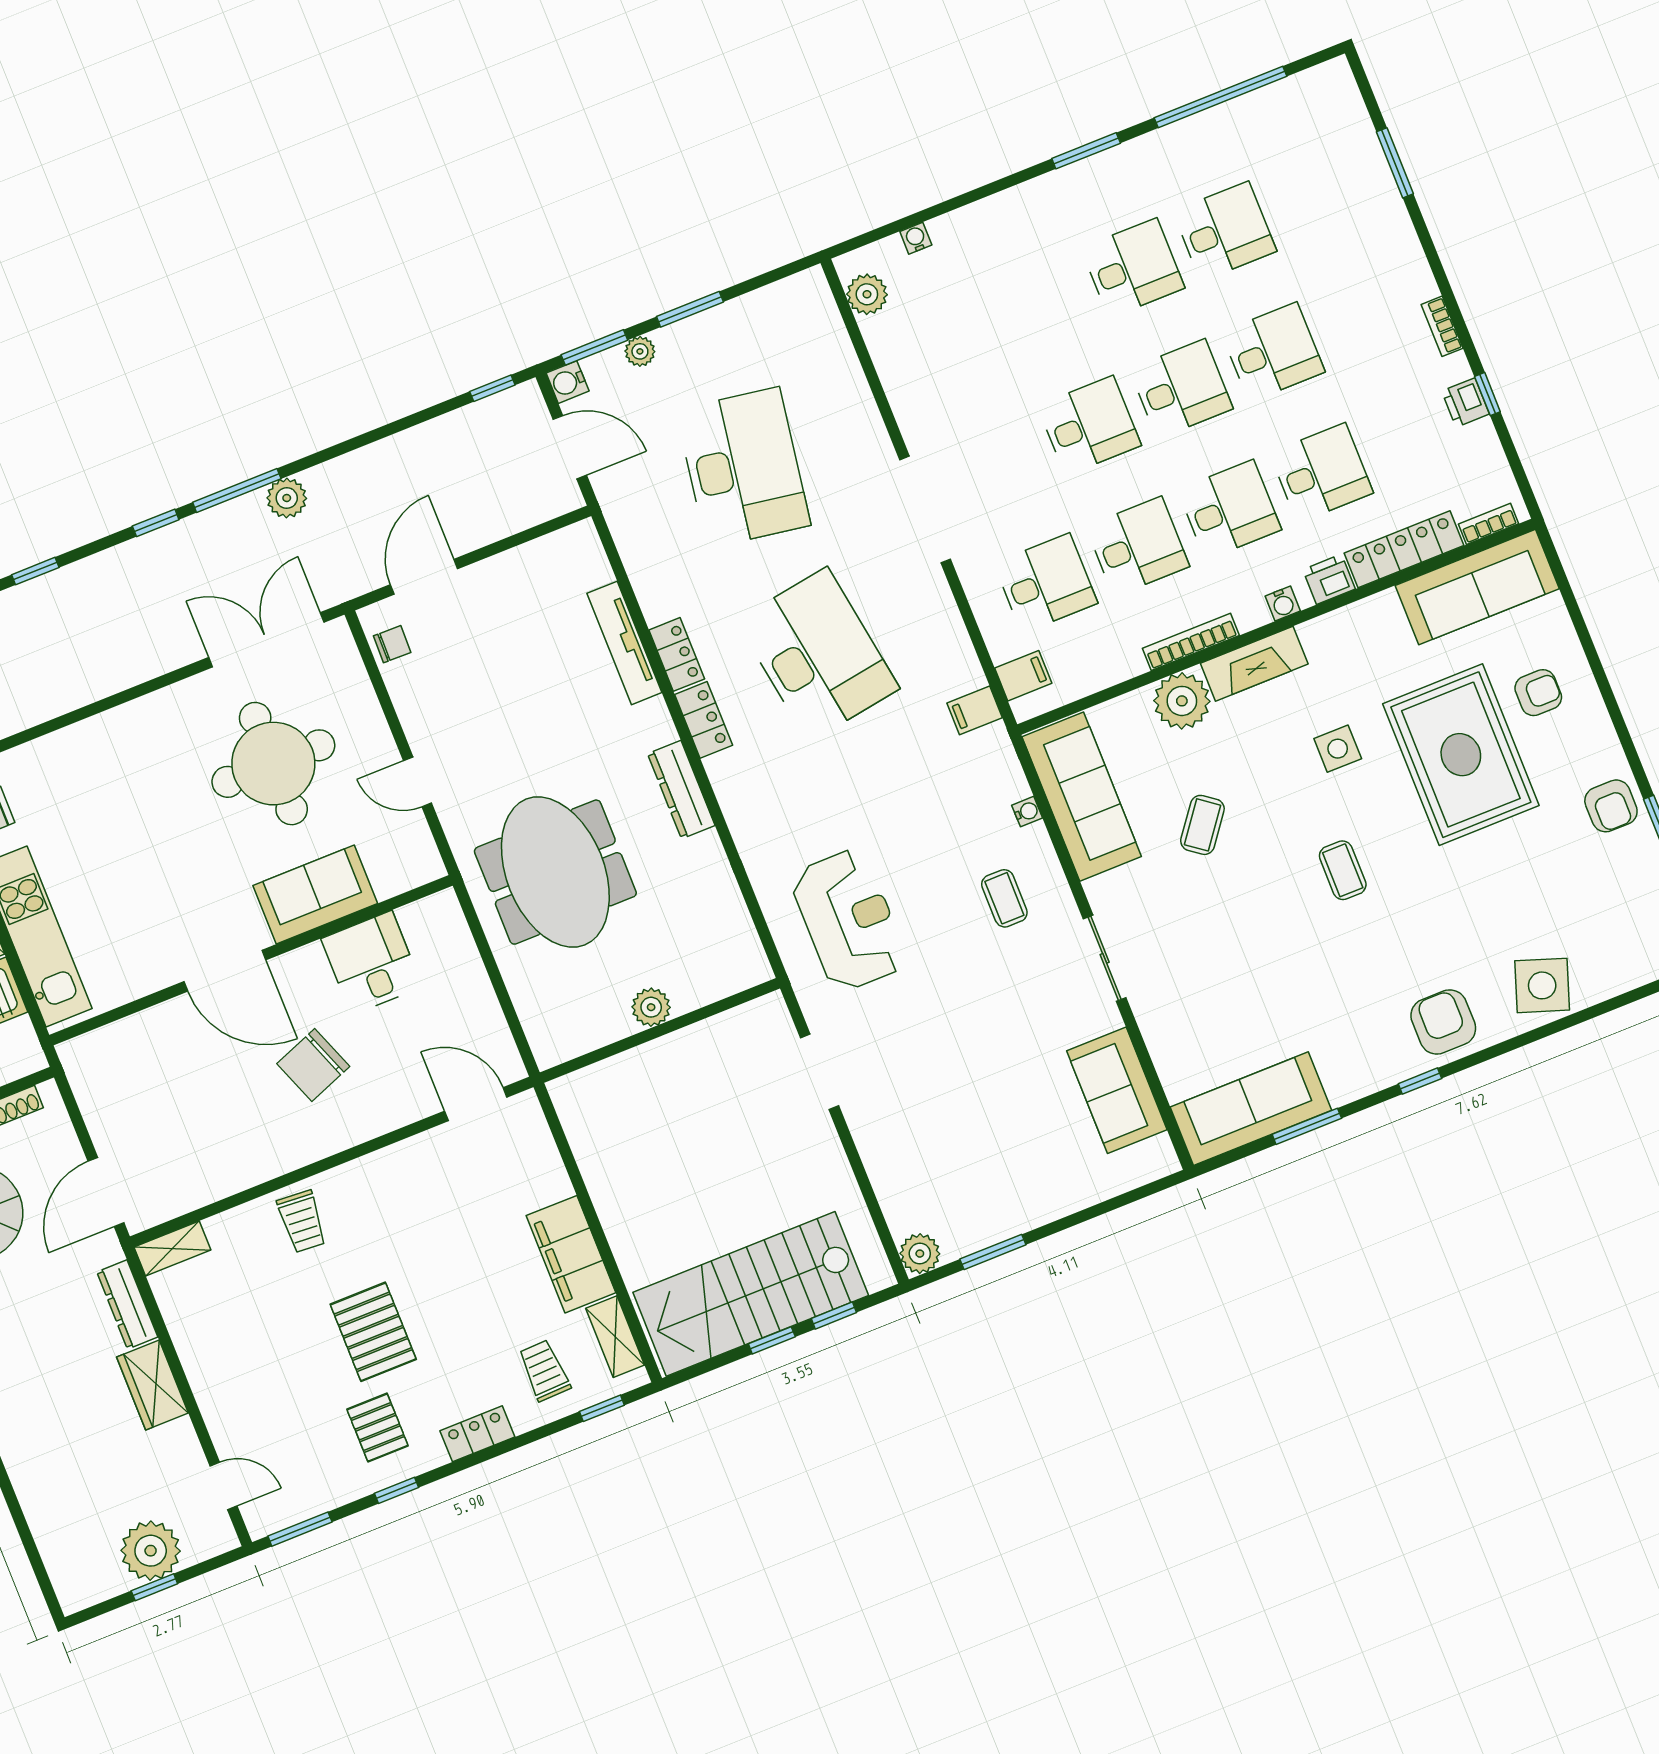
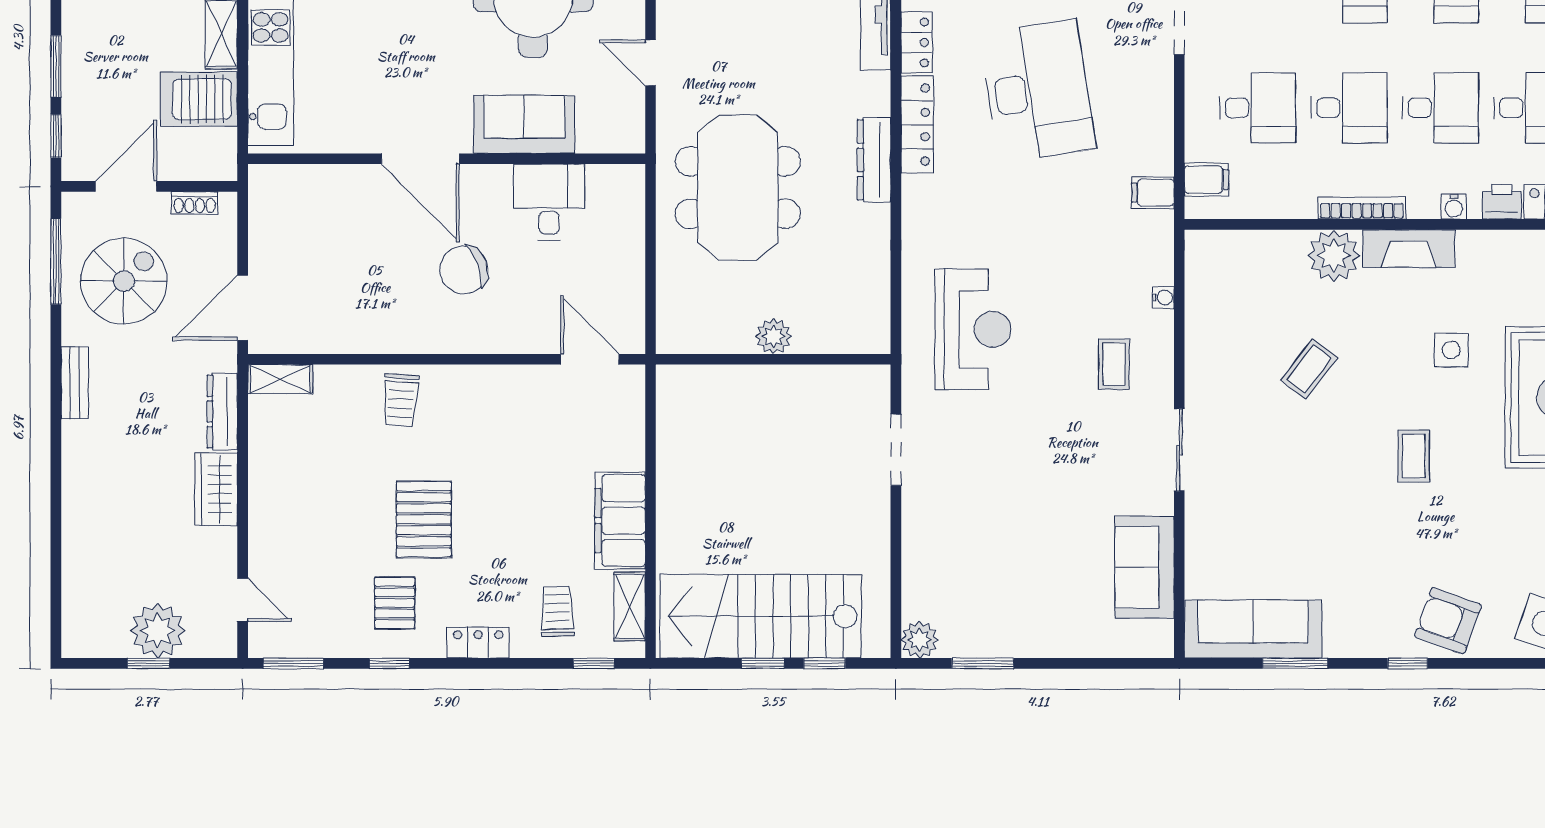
locker: (704, 720) -> (917, 125), width x1.53
sofa: (1082, 797) -> (1215, 303), removed
armchair: (1443, 1022) -> (1448, 621), turned -70

